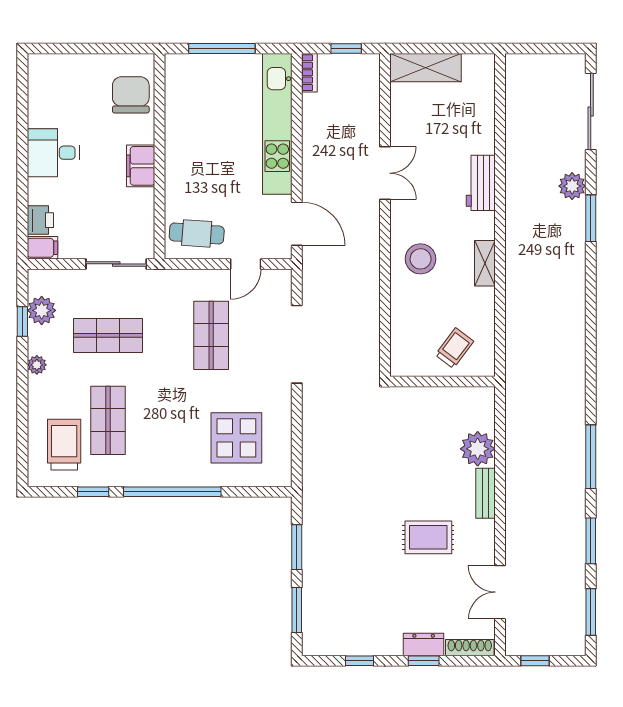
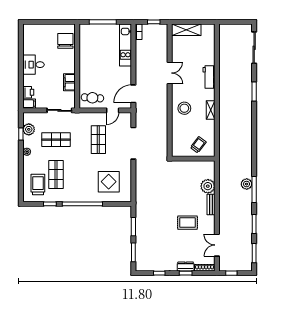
kitchen unit: (277, 124) -> (125, 45), width x0.73
filing cabinet: (141, 166) -> (69, 82), moved
plant: (572, 186) -> (247, 184), moved
door: (297, 224) -> (133, 94), swing flipped

